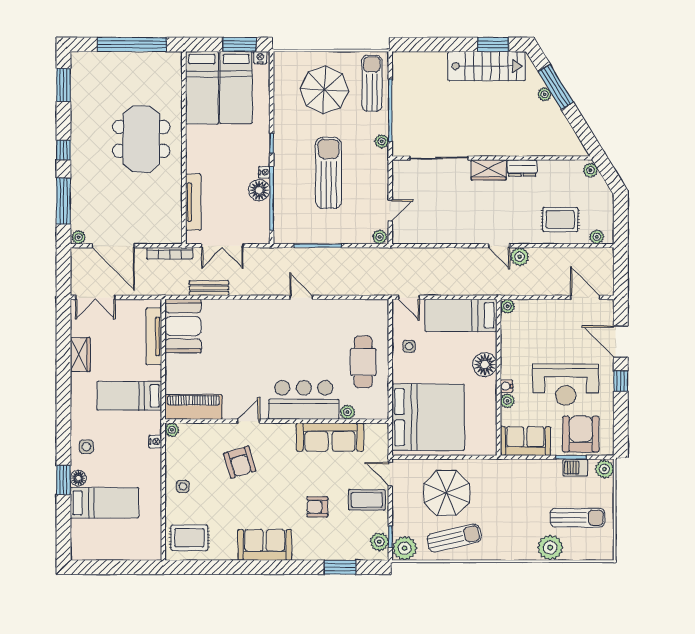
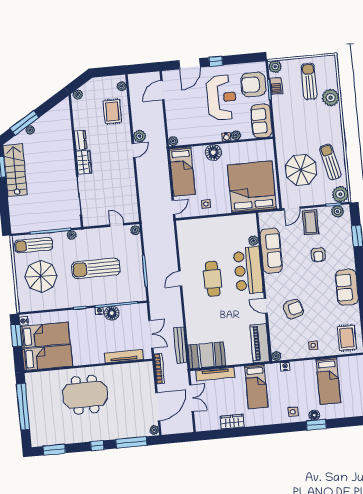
bench: (209, 288) -> (180, 345), width x1.36
double door: (95, 297) -> (191, 398), moved
cafe table: (363, 362) -> (213, 279), moved, turned 90
bed: (104, 503) -> (328, 381), moved, turned 180

